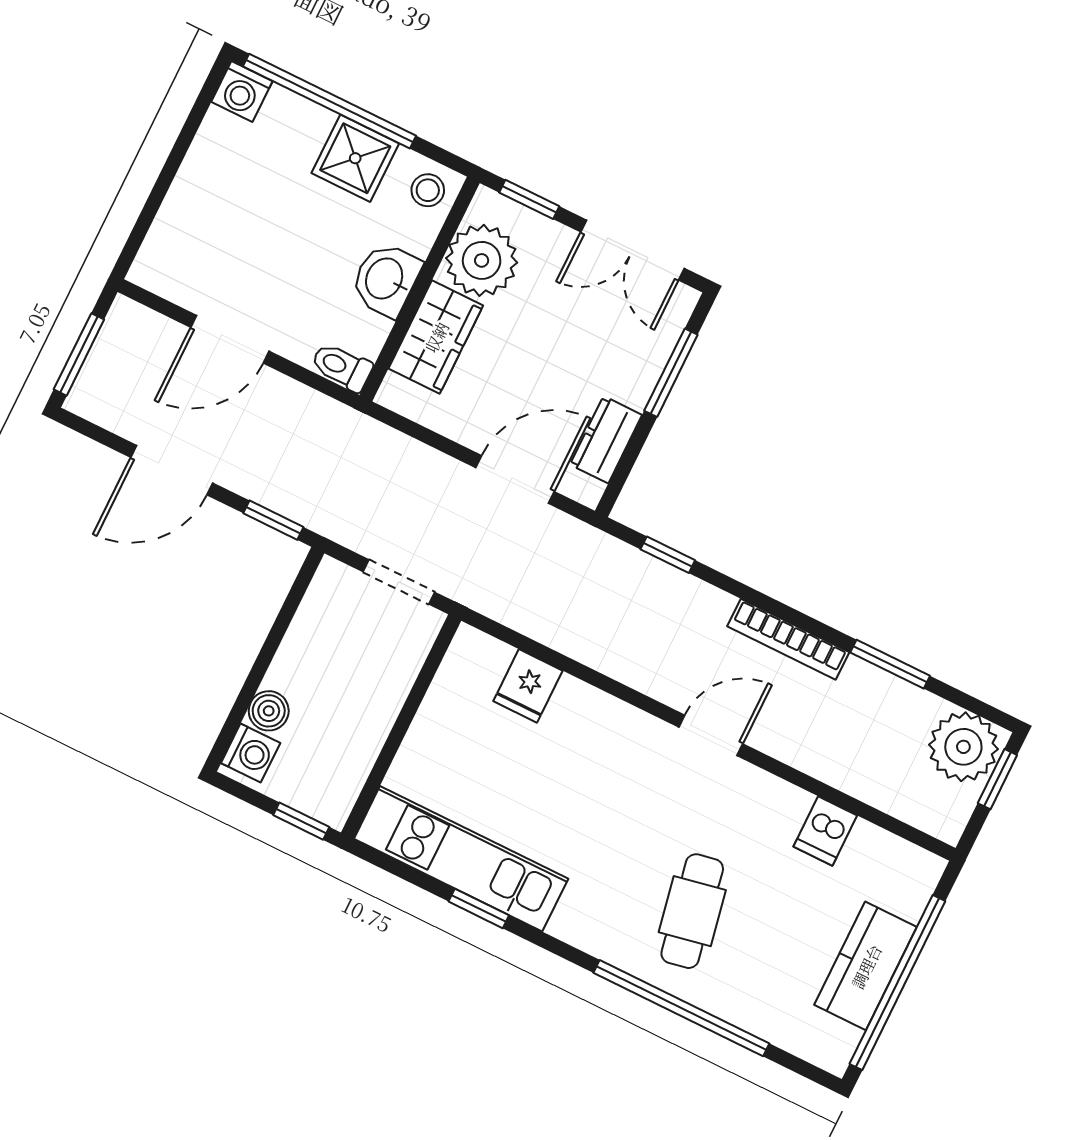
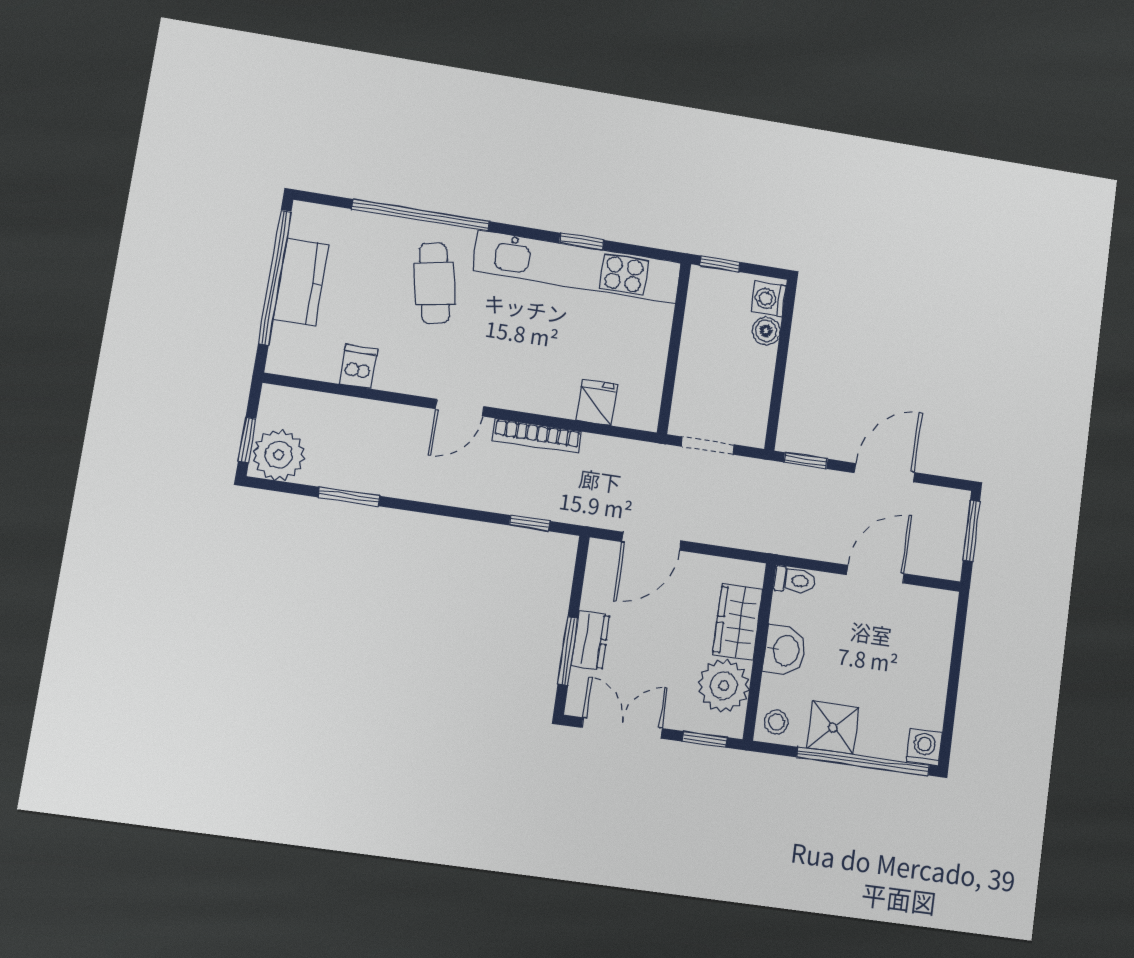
dresser: (606, 440) -> (591, 640), moved
bookcase: (788, 639) -> (537, 436), moved, turned 180
kitchen unit: (461, 859) -> (577, 267), width x1.36

